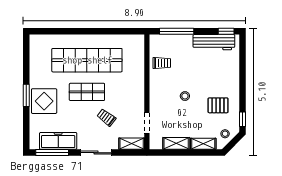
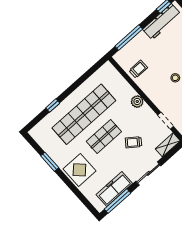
window: (68, 31) -> (53, 106), added
plant: (138, 88) -> (137, 102), added
window: (26, 95) -> (50, 162), moved

